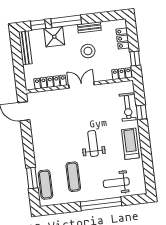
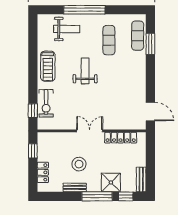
bench: (25, 48) -> (141, 179), width x0.73
locker: (122, 74) -> (48, 137), removed
double door: (81, 85) -> (90, 131), swing flipped
exercise bike: (128, 107) -> (46, 103), turned 180
window: (141, 112) -> (33, 111), moved
weight bench: (93, 144) -> (85, 71), turned 180

